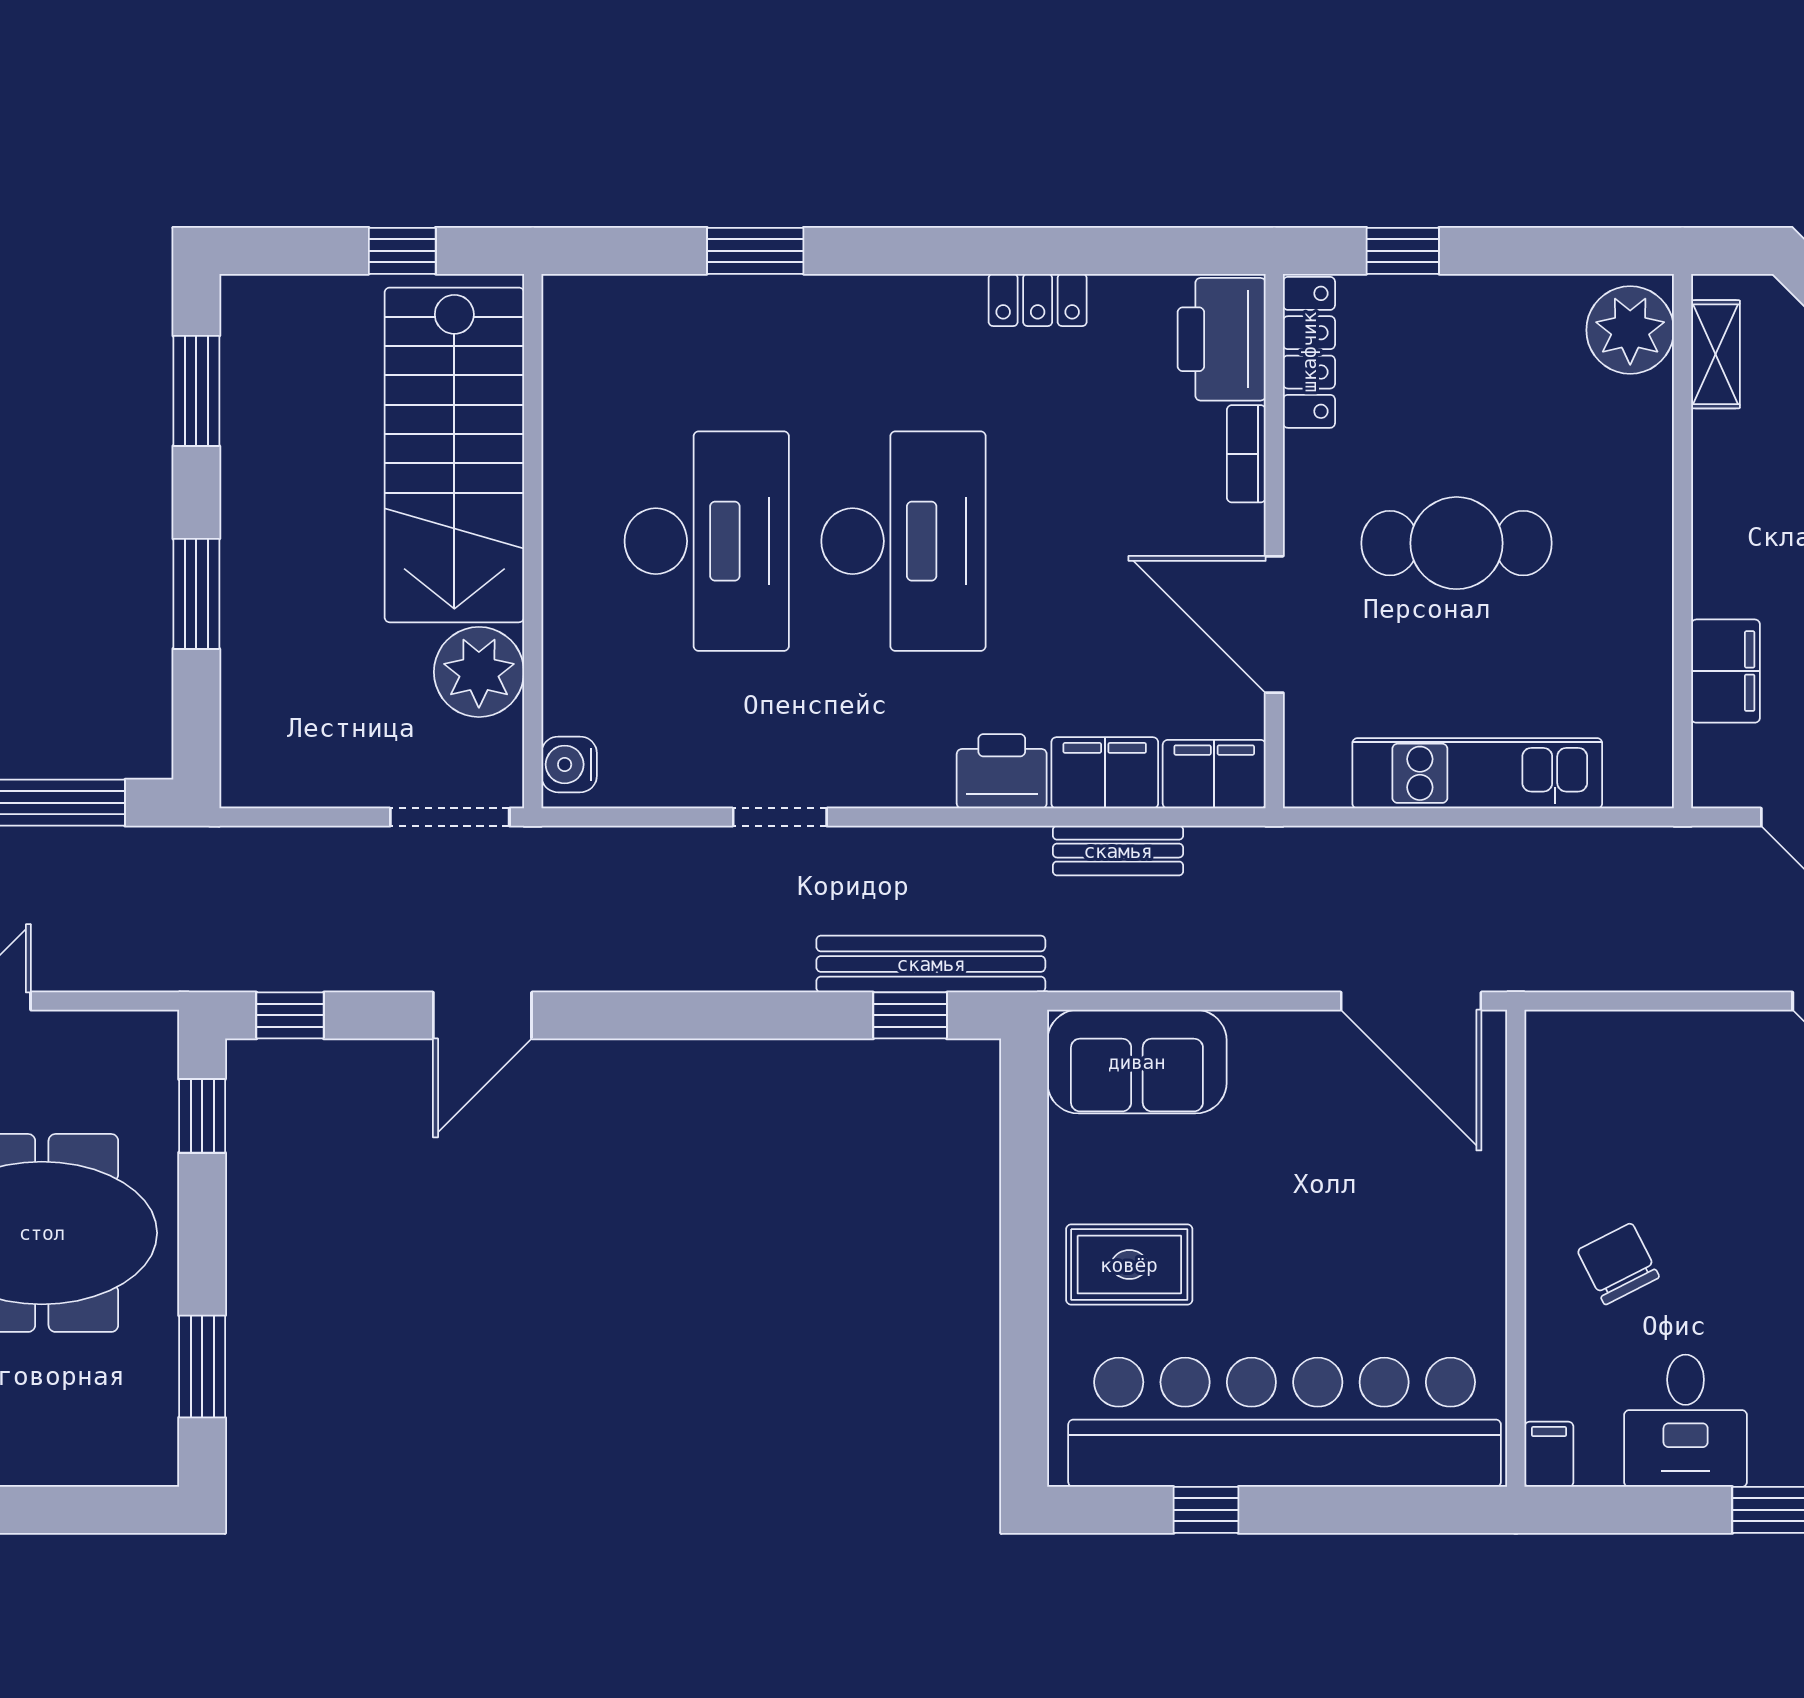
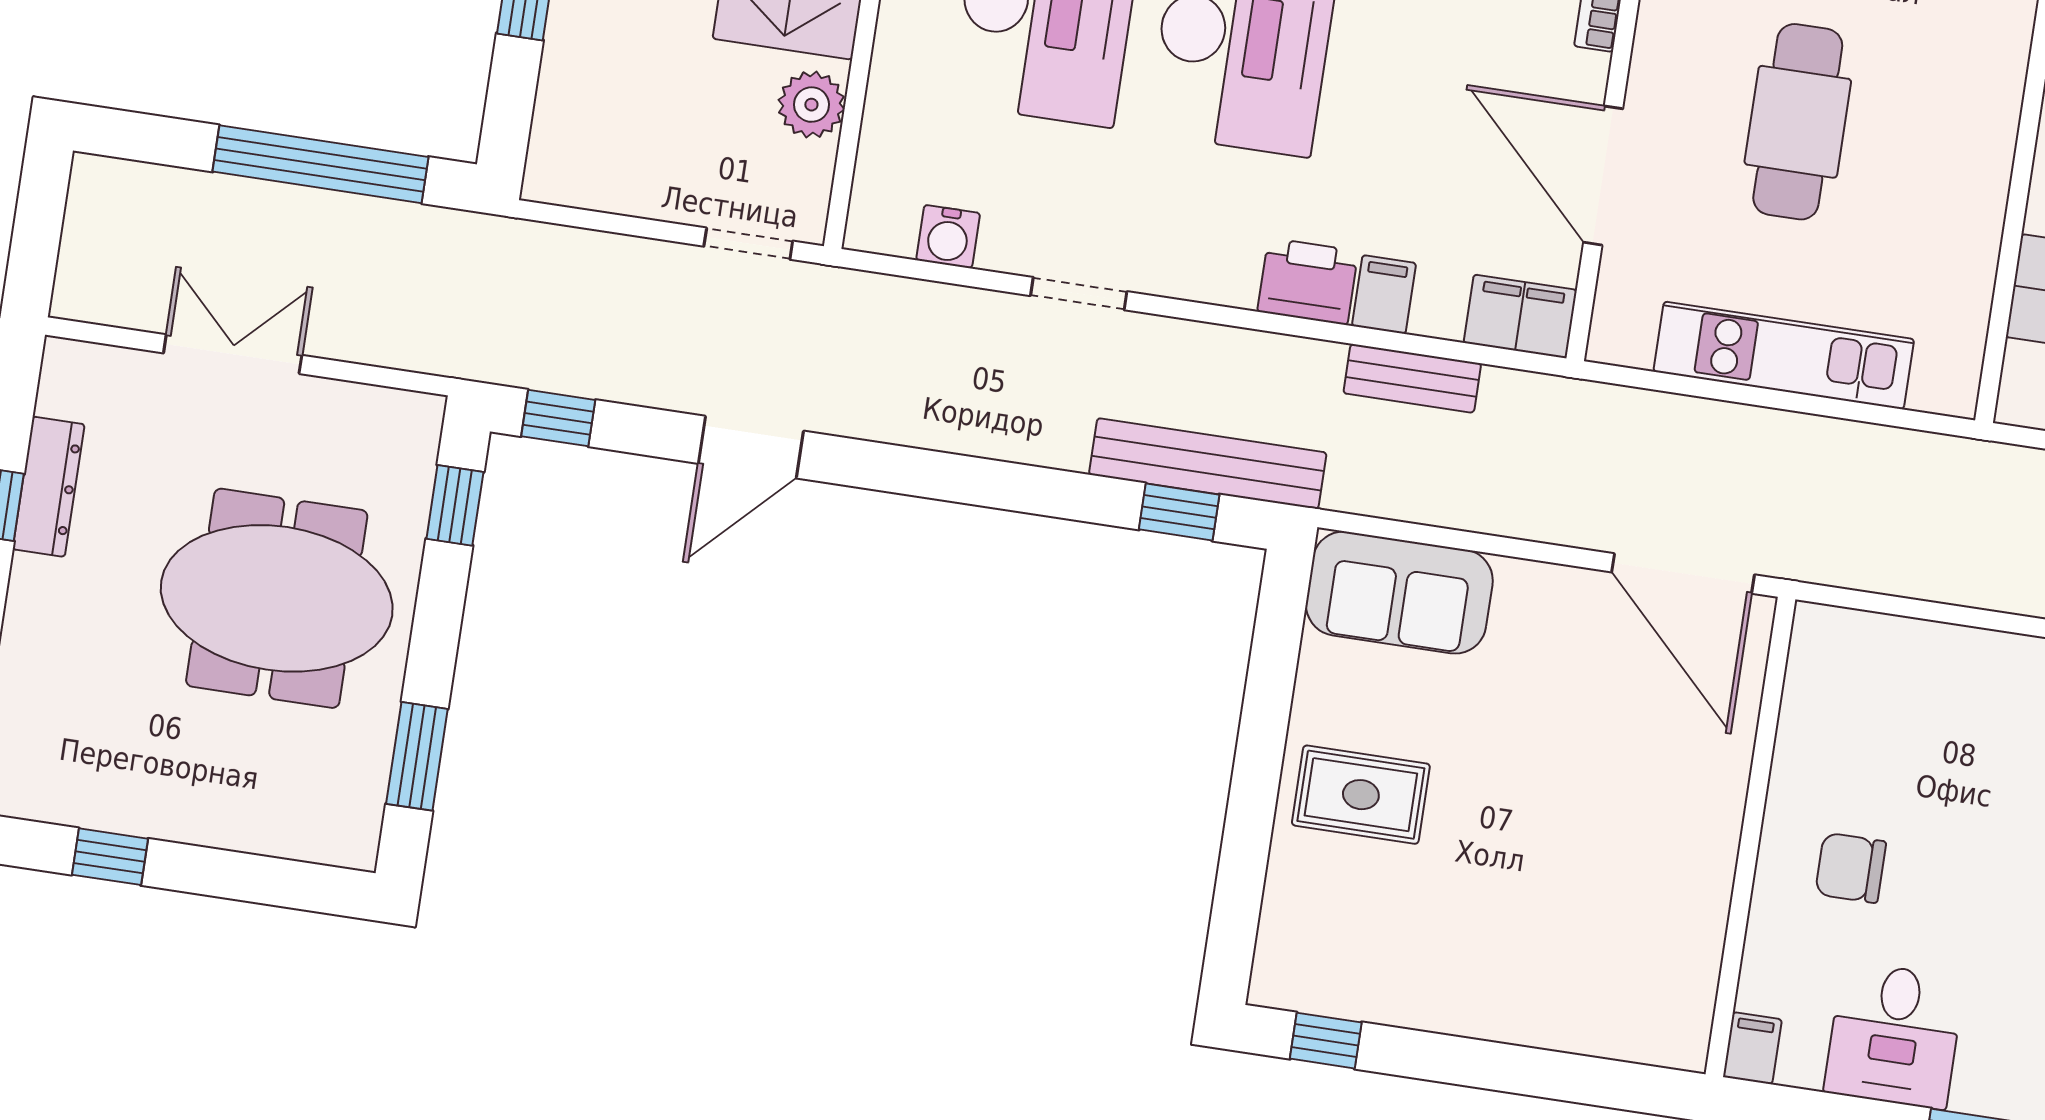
cafe table: (1457, 543) -> (1798, 122), turned 90
plant: (479, 672) -> (811, 105), width x0.73, depth x0.73
water cooler: (569, 764) -> (948, 237), moved, turned -90
filing cabinet: (1105, 773) -> (1384, 294), width x0.50
doorway: (450, 817) -> (748, 244), width x0.73
chair: (1618, 1264) -> (1851, 868), turned -63
bar counter: (1285, 1422) -> (1493, 976), removed
window: (1206, 1510) -> (1326, 1041), moved

